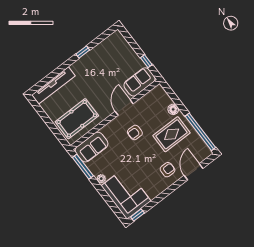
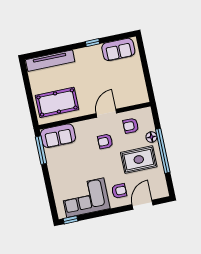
window: (146, 61) -> (148, 80), removed
sofa: (139, 82) -> (118, 49), moved, turned 180
armchair: (151, 108) -> (131, 126), added
window: (200, 132) -> (163, 151), moved
plant: (101, 179) -> (53, 170), removed
corner sofa: (126, 193) -> (85, 198), moved, turned -90

